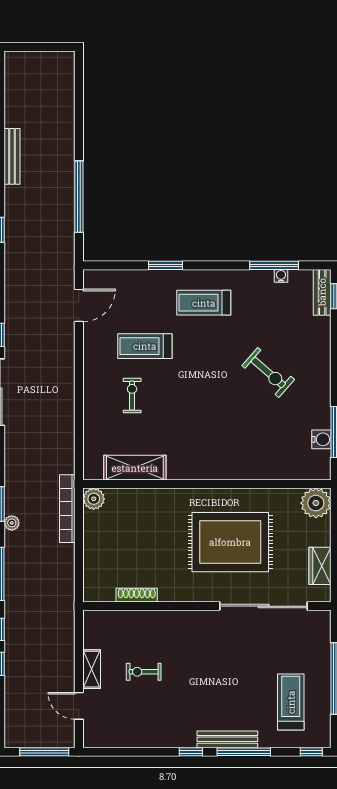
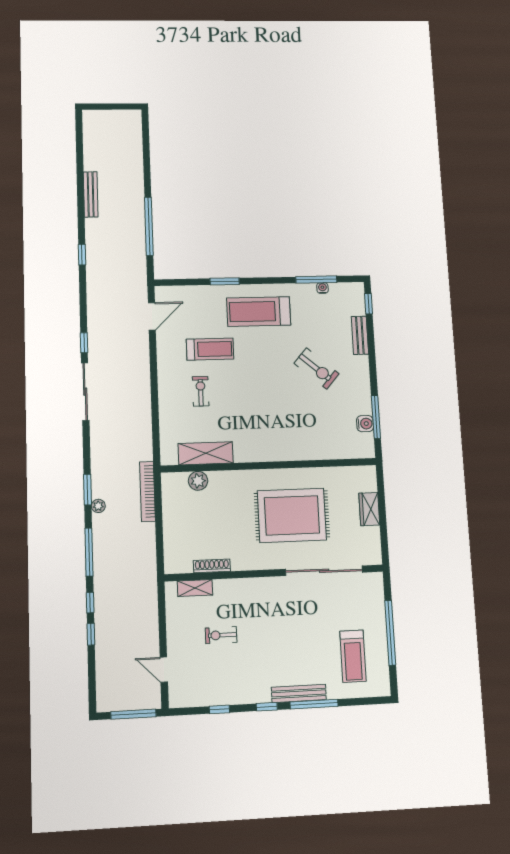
bench: (322, 292) -> (360, 335), moved
treadmill: (204, 303) -> (259, 312), width x1.37, depth x1.38
treadmill: (145, 346) -> (210, 349), turned 180
plant: (94, 499) -> (198, 481), moved
plant: (316, 503) -> (364, 478), removed
wardrobe: (320, 566) -> (369, 509), moved
shelving: (92, 669) -> (195, 588), moved, turned 90
treadmill: (291, 702) -> (353, 656), turned 180
window: (311, 752) -> (219, 709), moved

